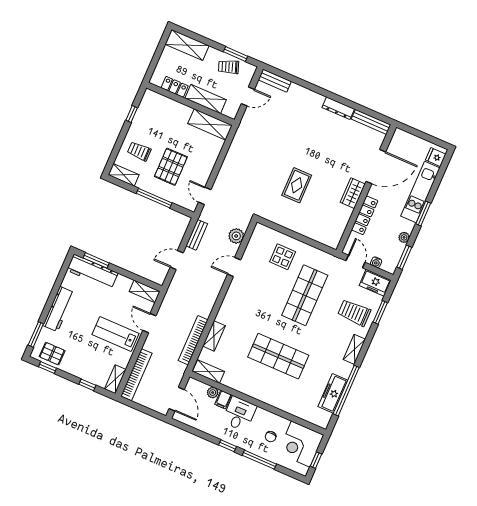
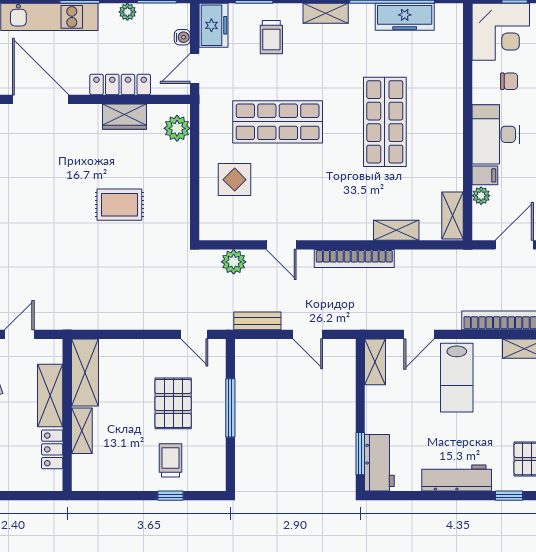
door: (248, 96) -> (19, 334), hinge flipped
window: (132, 114) -> (170, 496), moved
trolley: (139, 151) -> (170, 460), turned 180
pallet: (171, 167) -> (173, 403), turned 90
shelving: (124, 175) -> (82, 431), moved
wardrobe: (353, 193) -> (124, 117), moved
door: (205, 196) -> (194, 334), hinge flipped
plant: (326, 237) -> (177, 128), added
workbench: (92, 272) -> (379, 463), width x0.73
trolley: (354, 313) -> (271, 37), width x0.73, depth x0.72
window: (36, 334) -> (509, 496), width x0.67
bookcase: (193, 340) -> (354, 258), moved
desk: (239, 414) -> (496, 134), width x1.37

